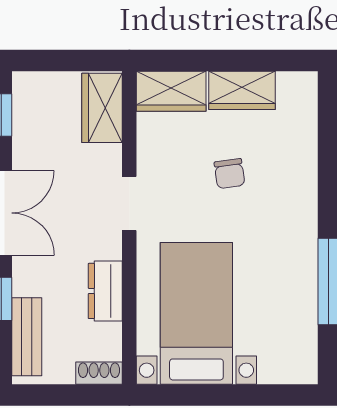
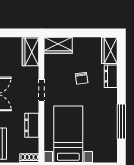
wardrobe: (242, 90) -> (109, 50), moved, turned 90
dresser: (302, 168) -> (111, 76), added

